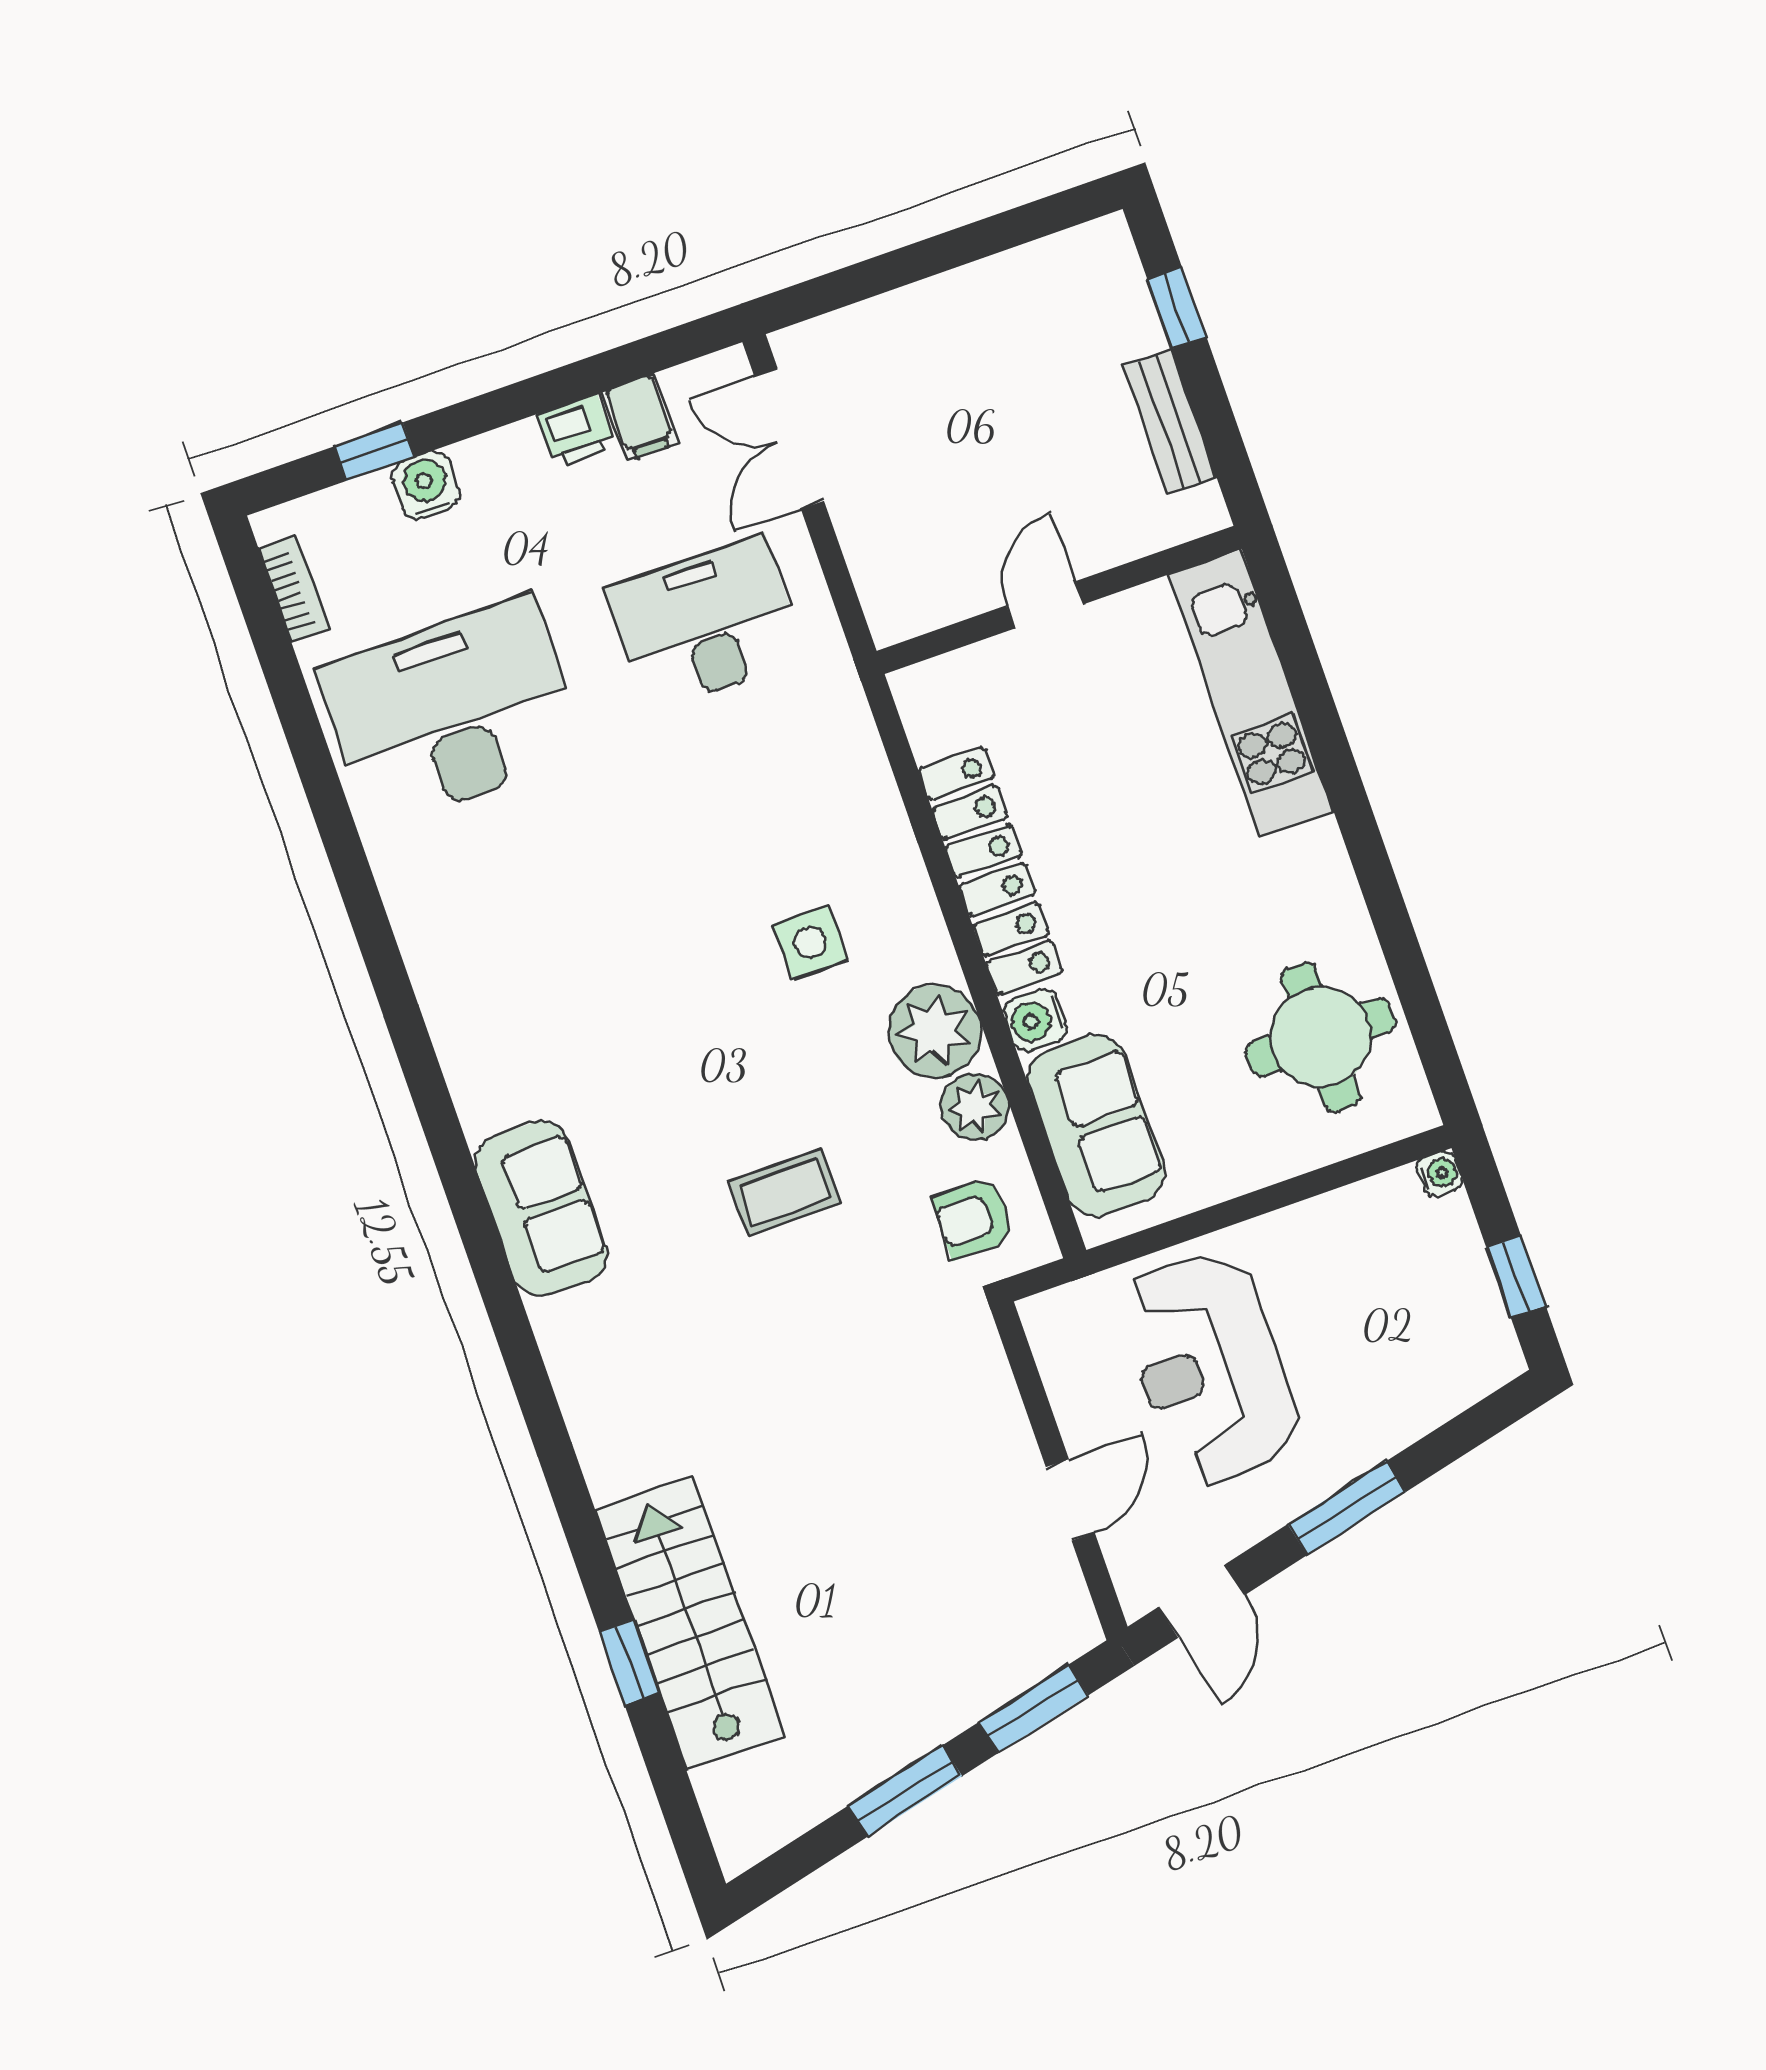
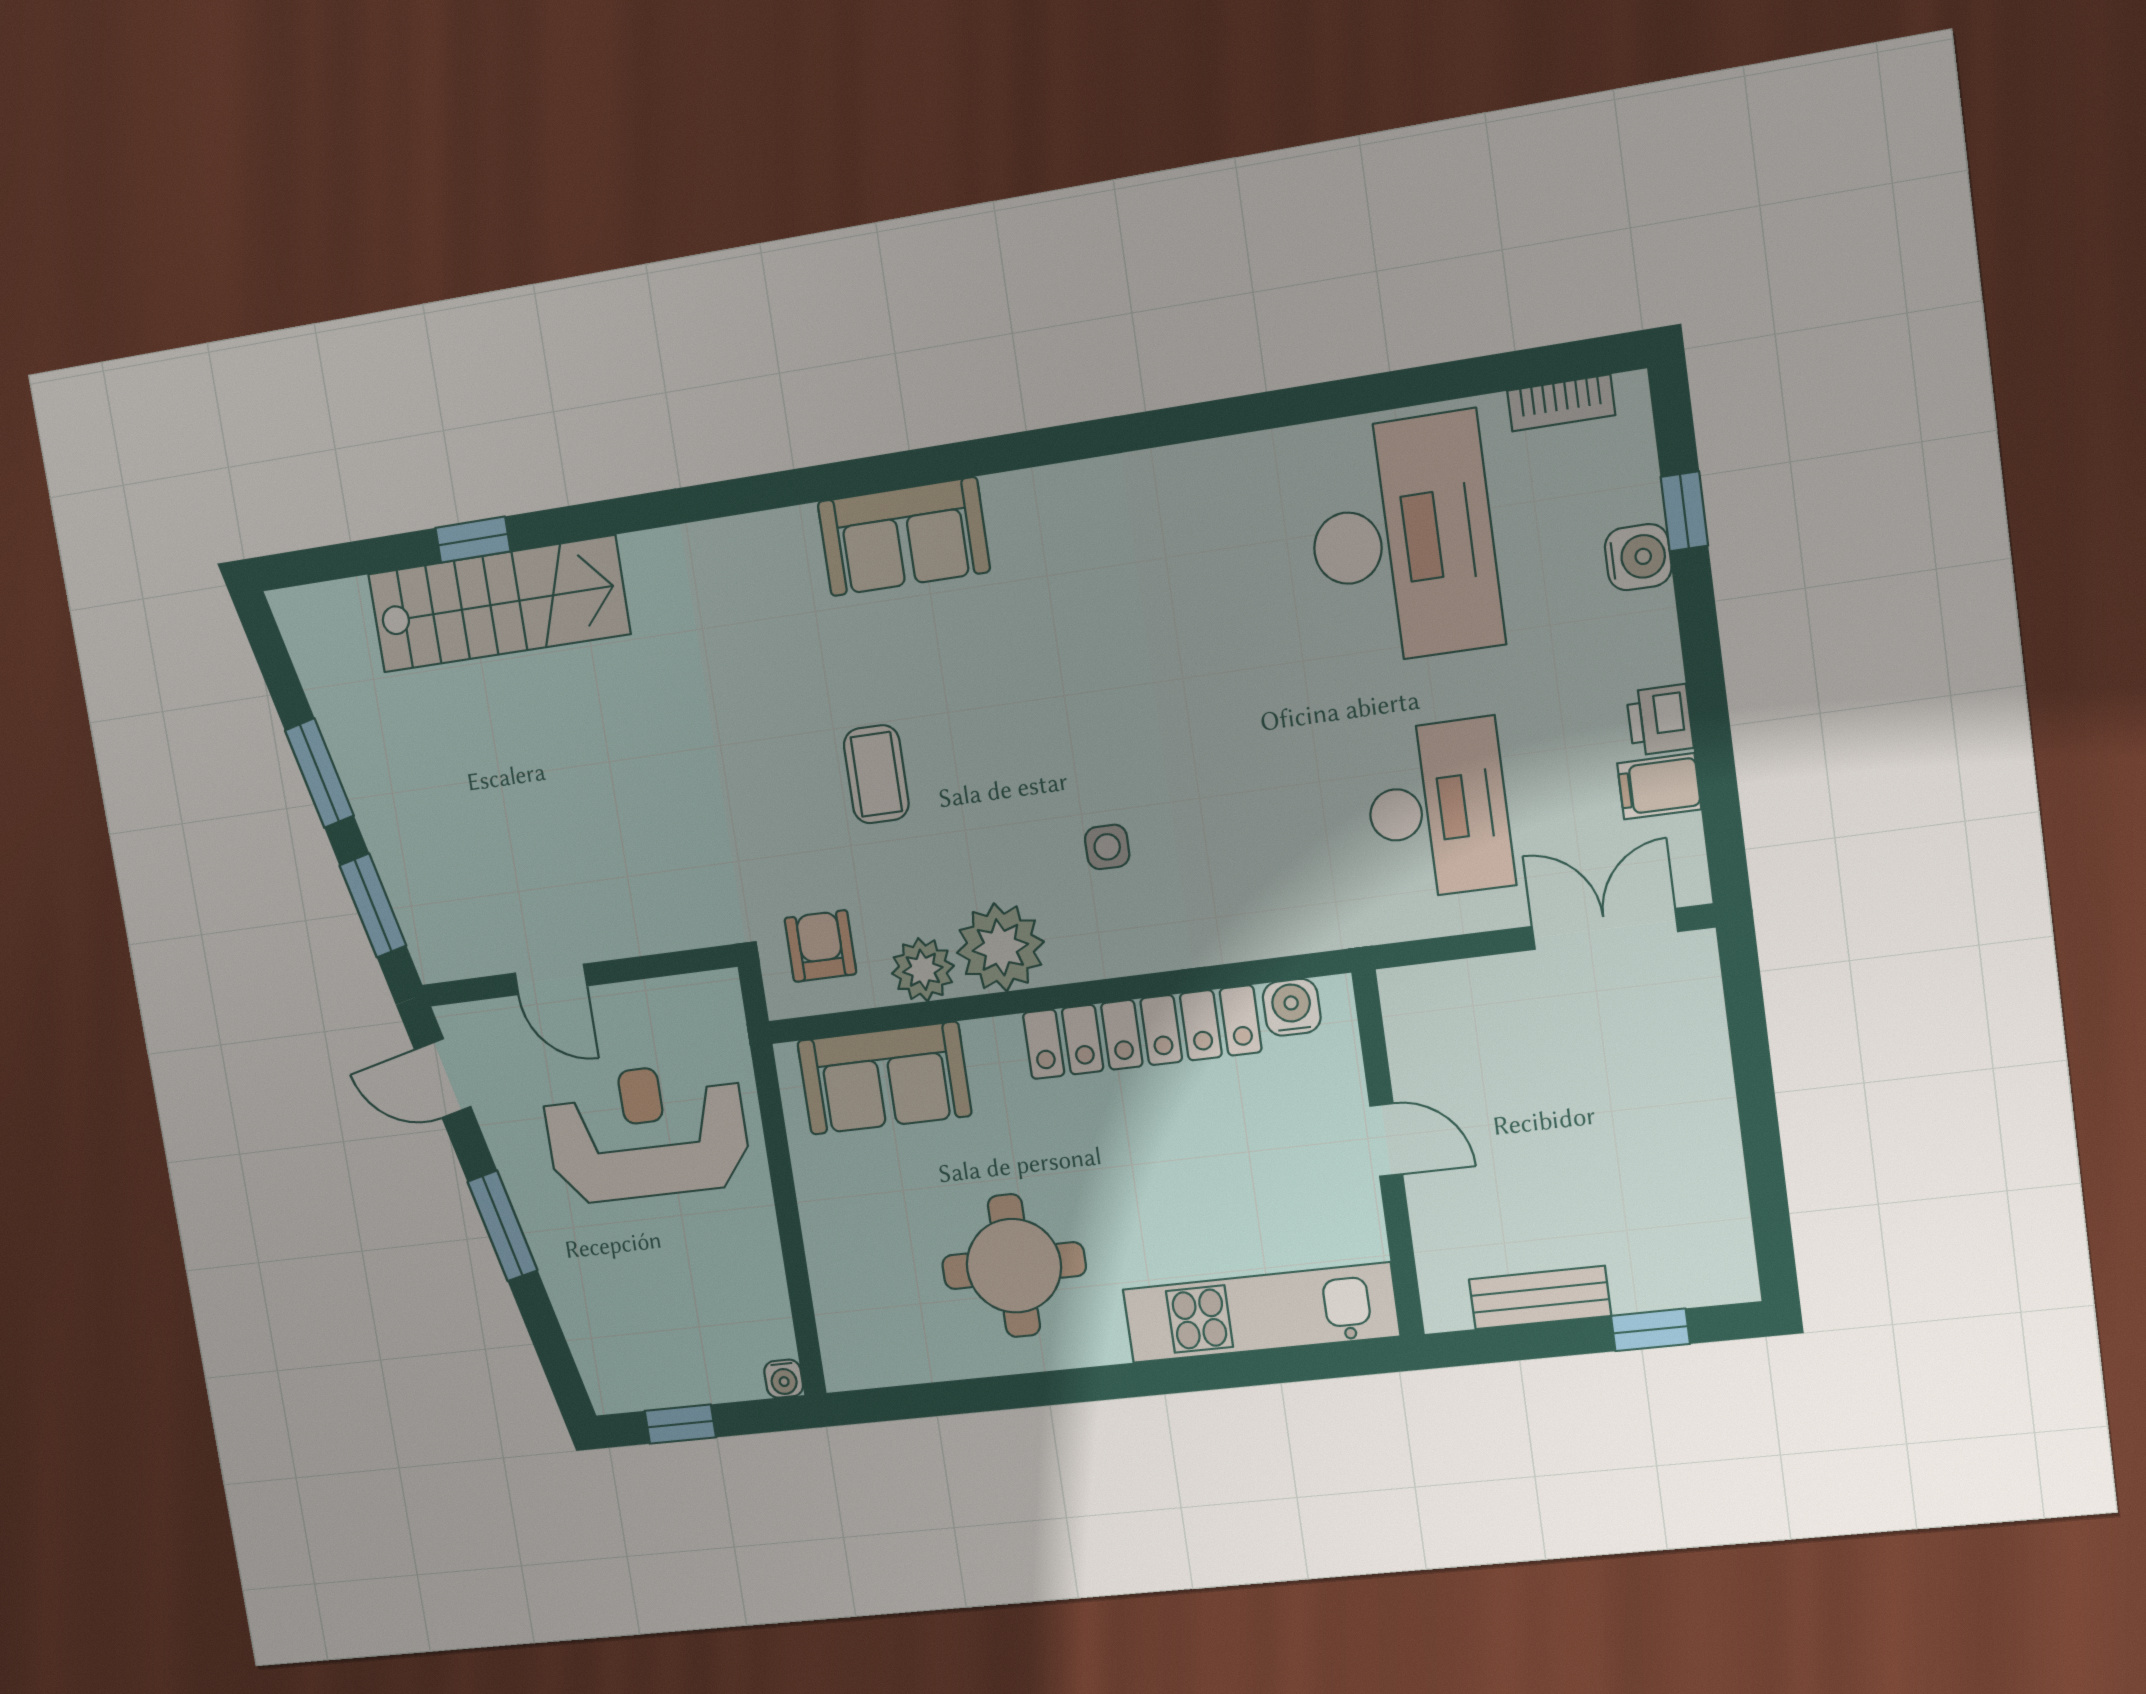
side table: (810, 942) -> (1107, 847), width x0.73, depth x0.73
water cooler: (1035, 1020) -> (1292, 1007), moved
round table: (1321, 1037) -> (1014, 1266), moved

